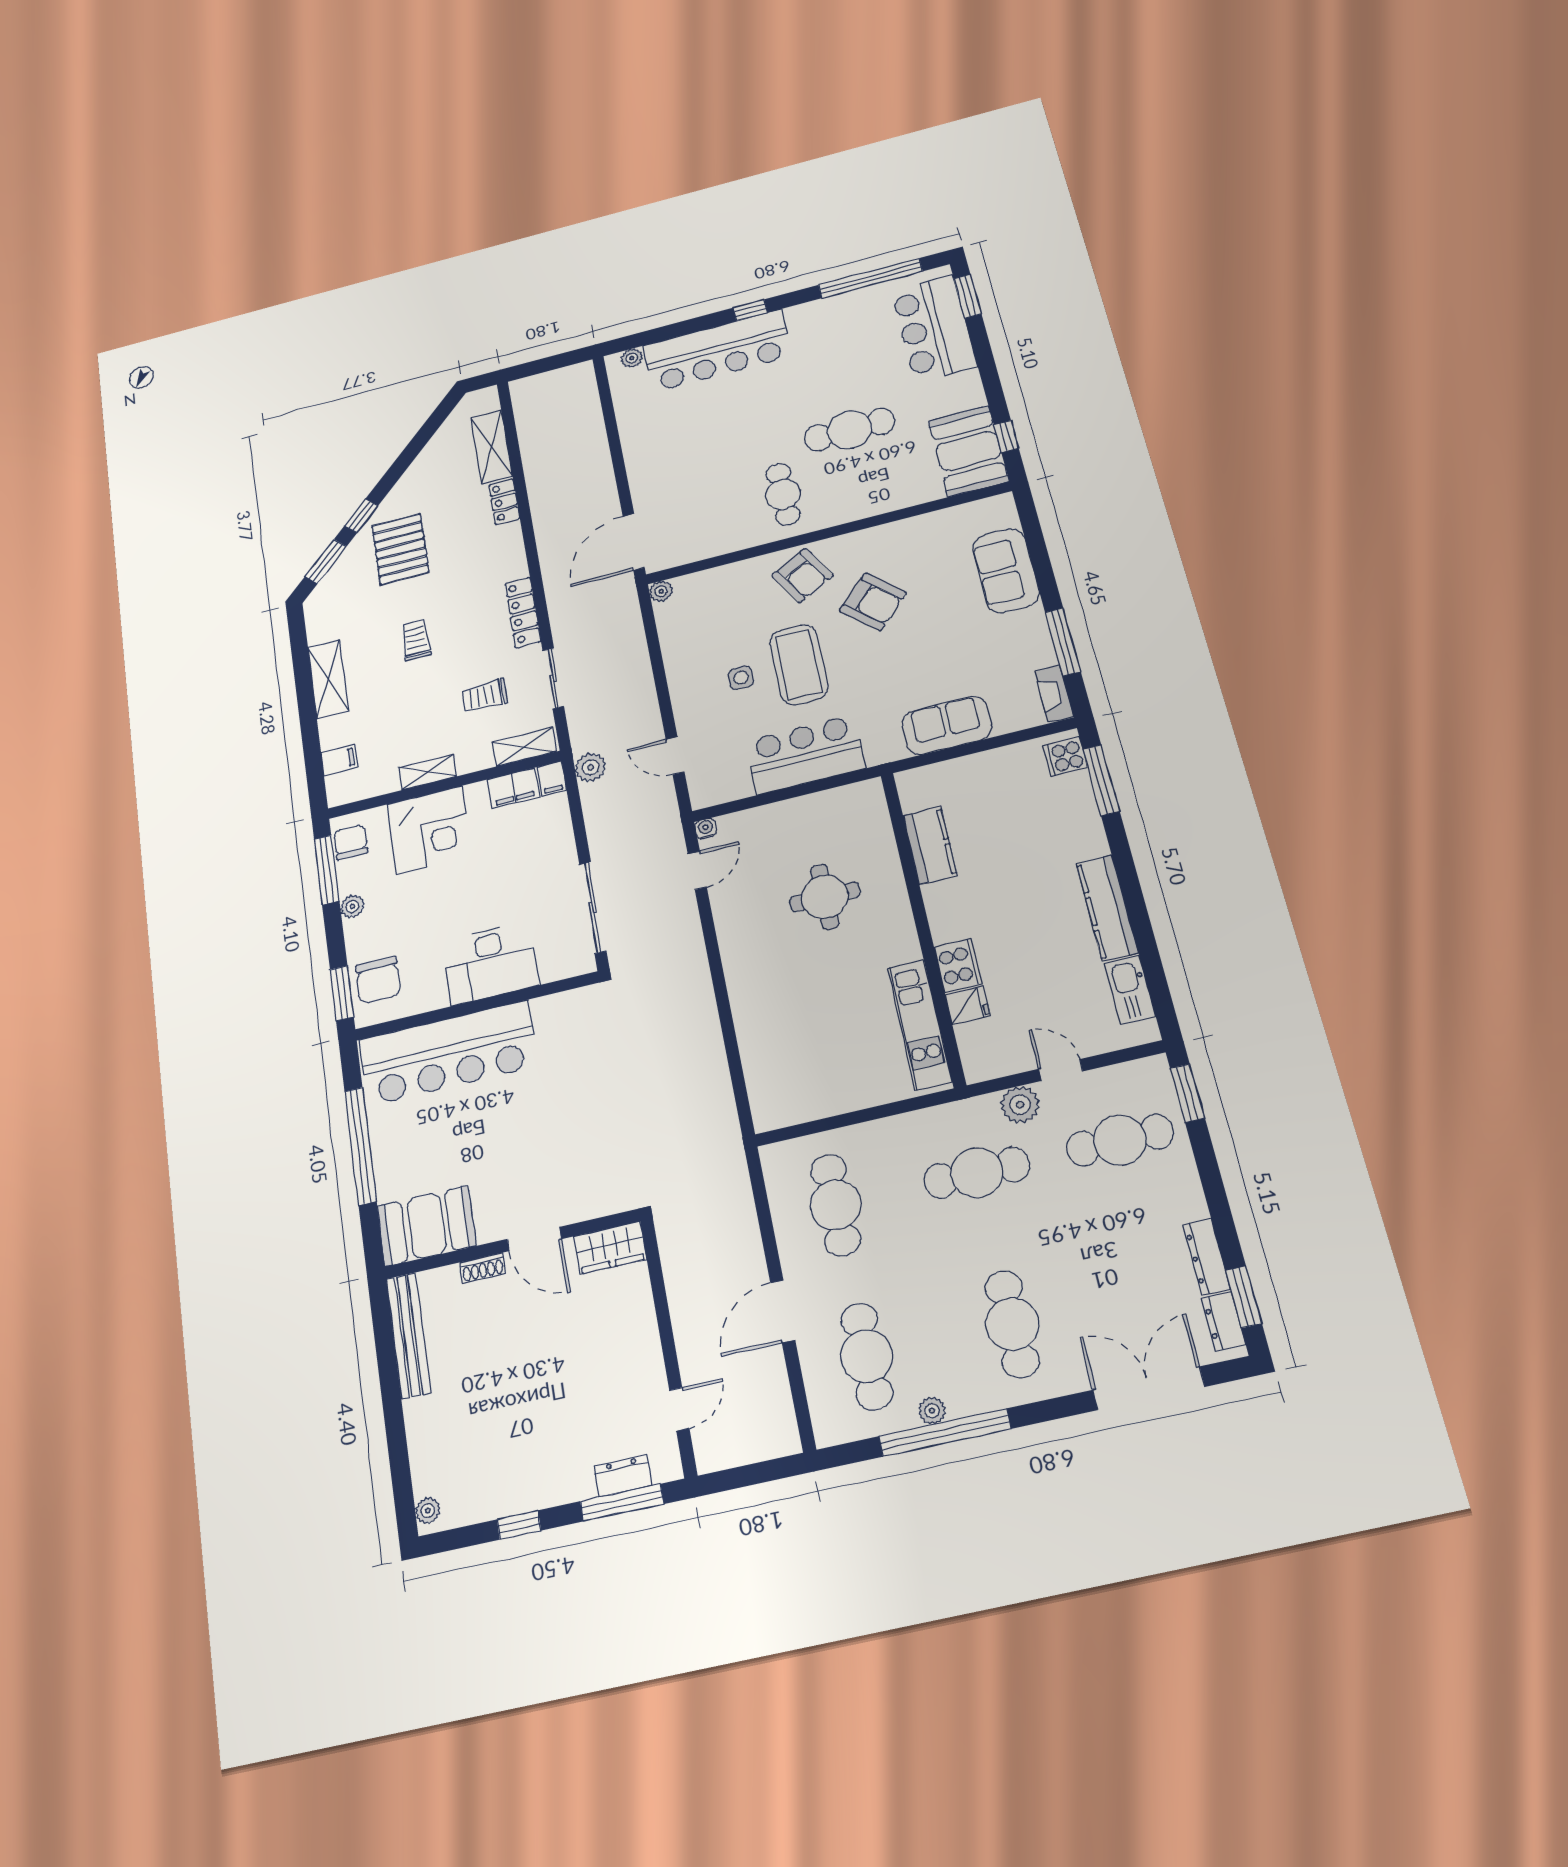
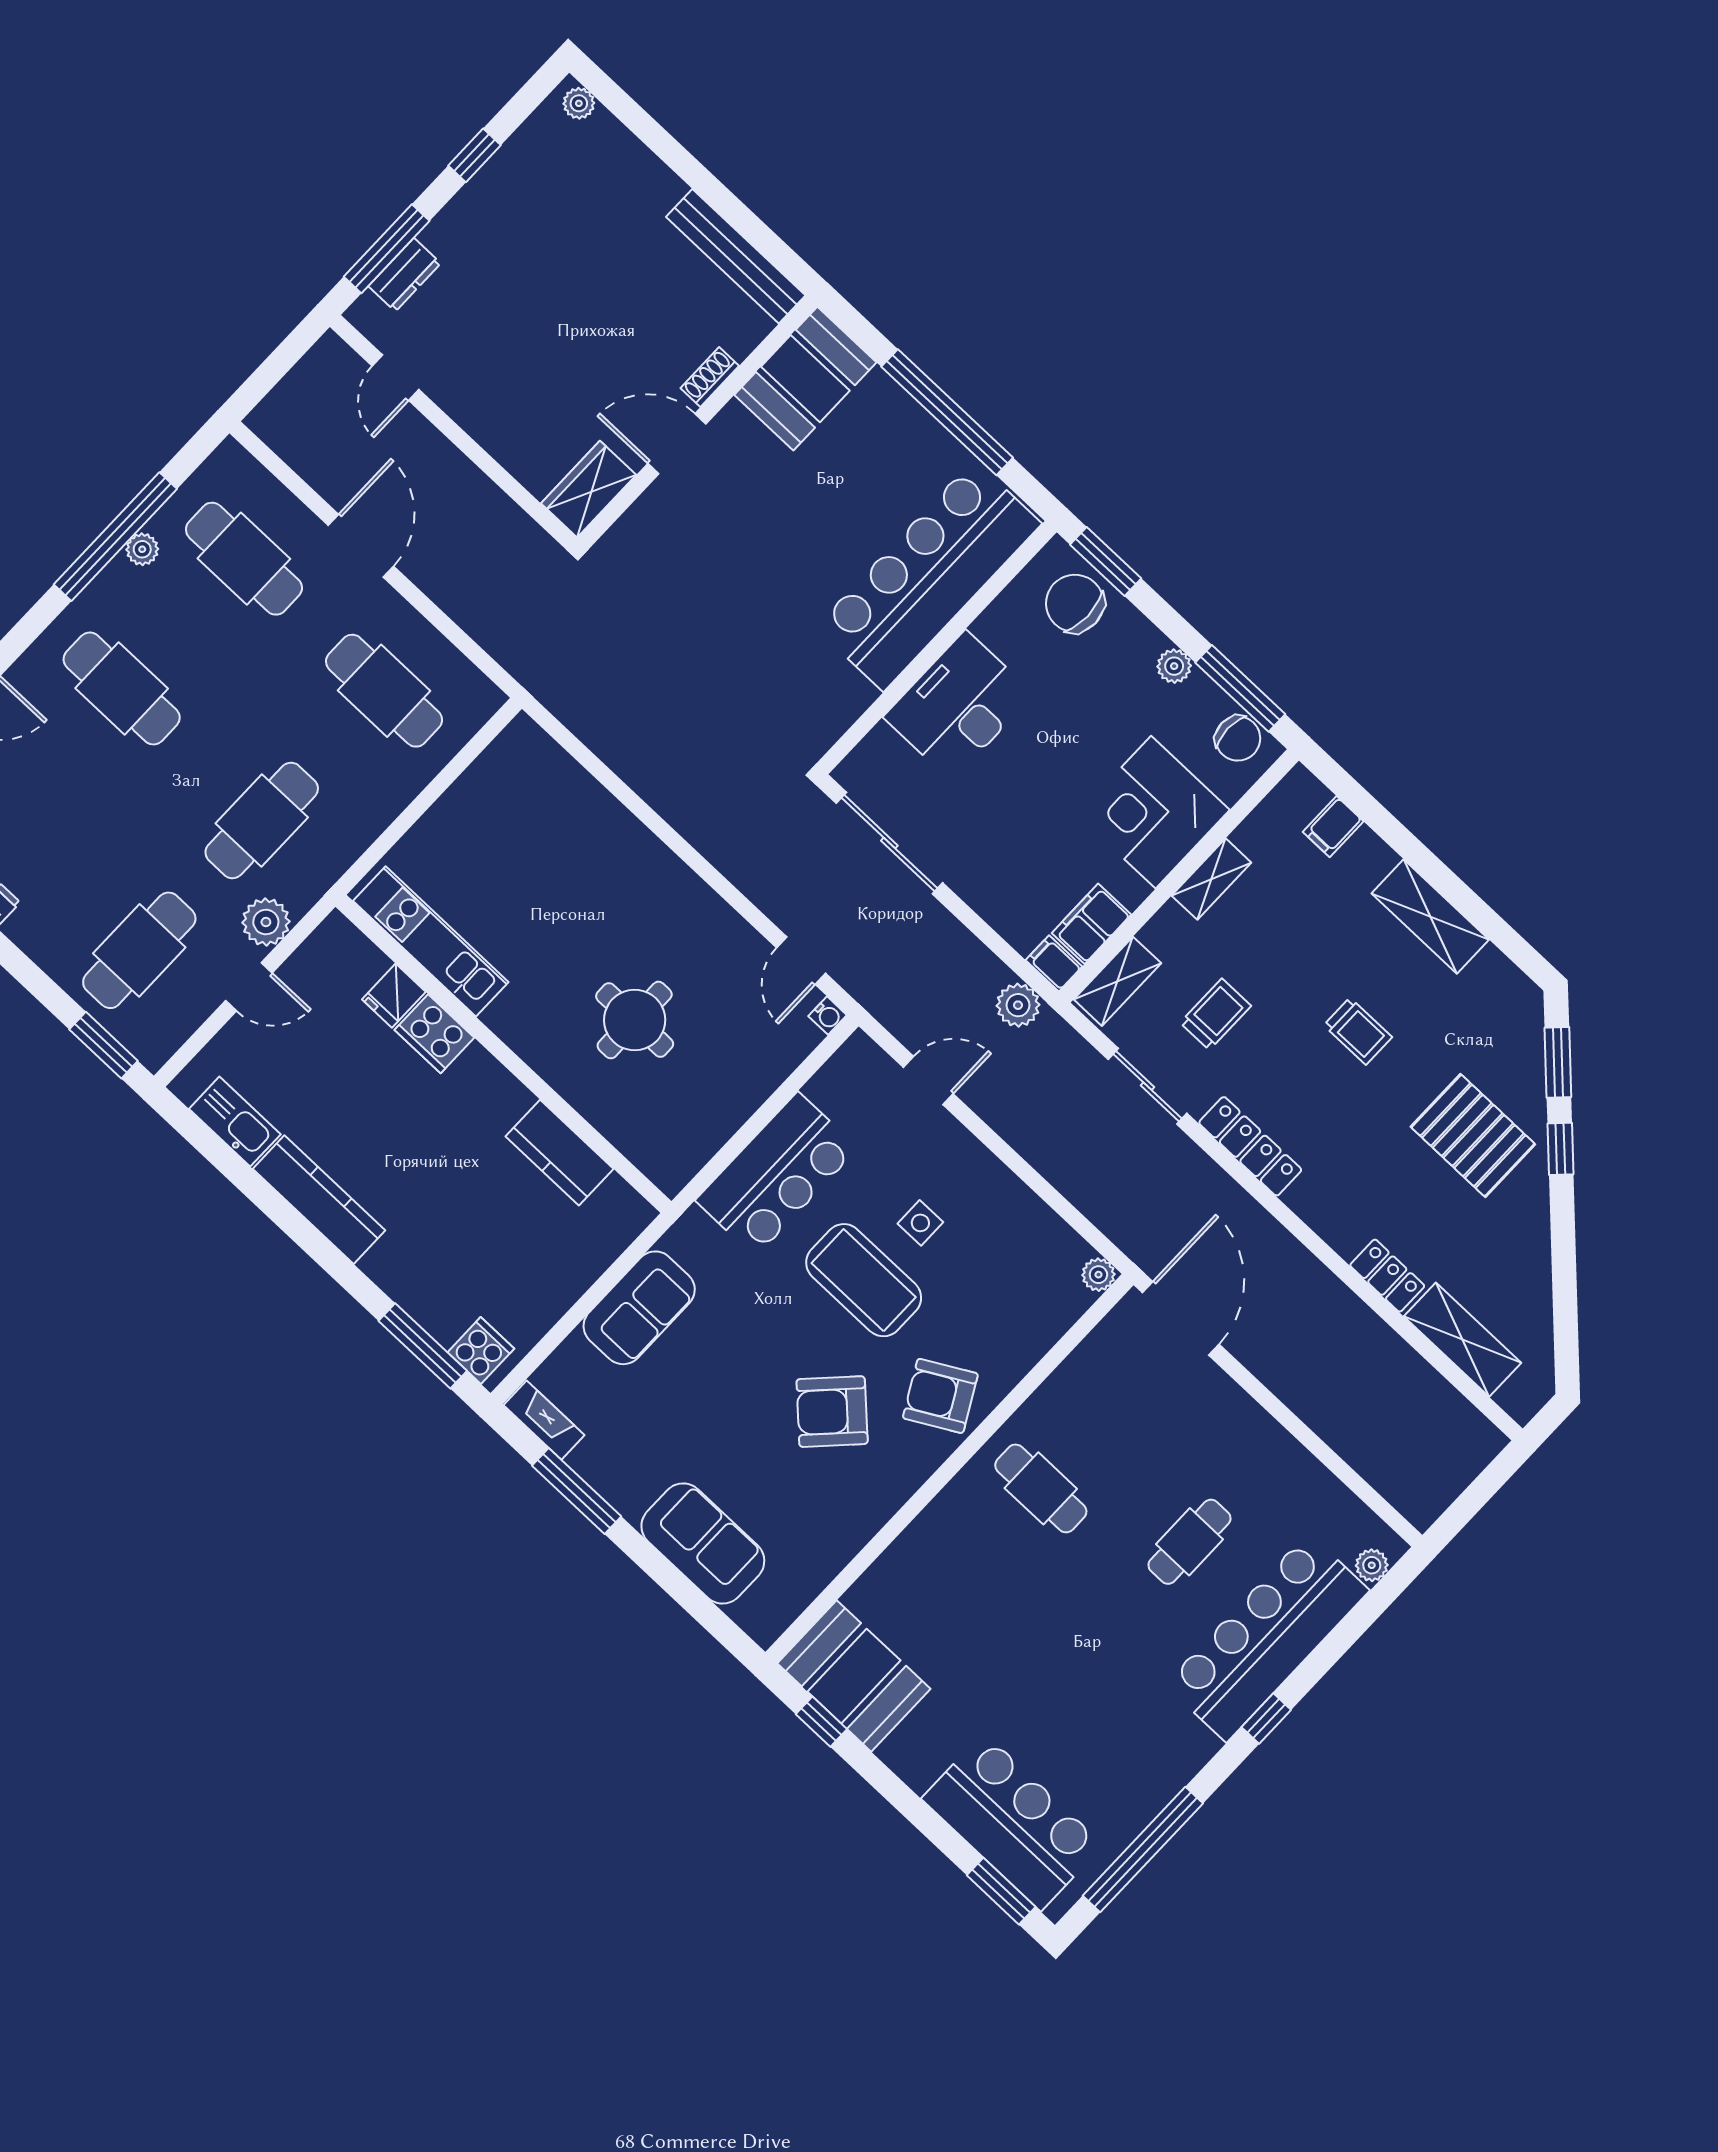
cafe table: (850, 430) -> (1189, 1542), moved, width x0.73, depth x0.74

